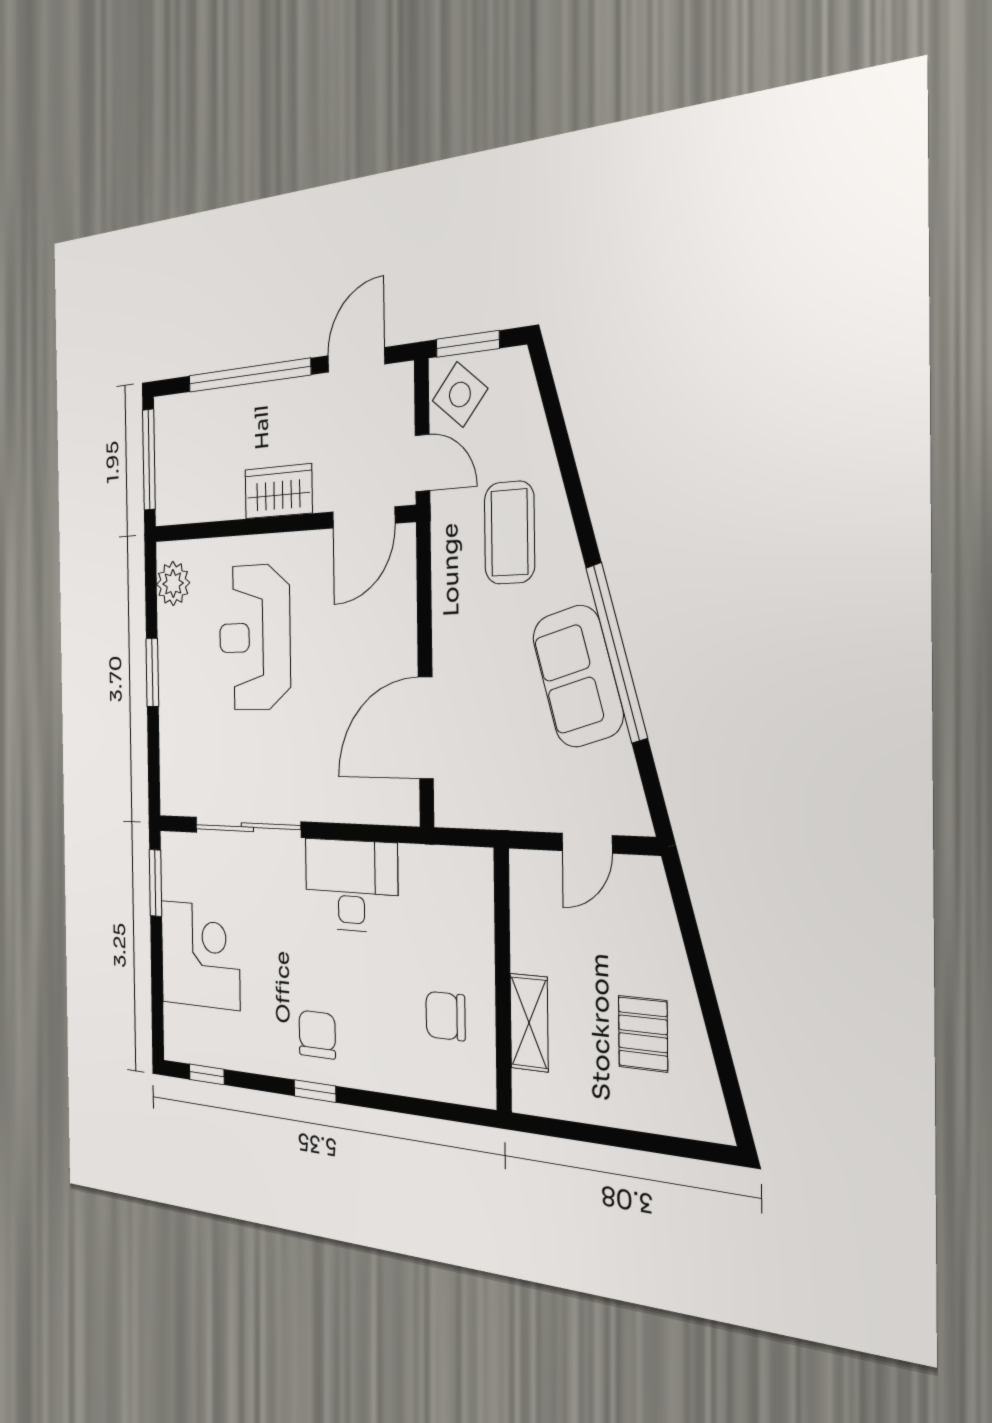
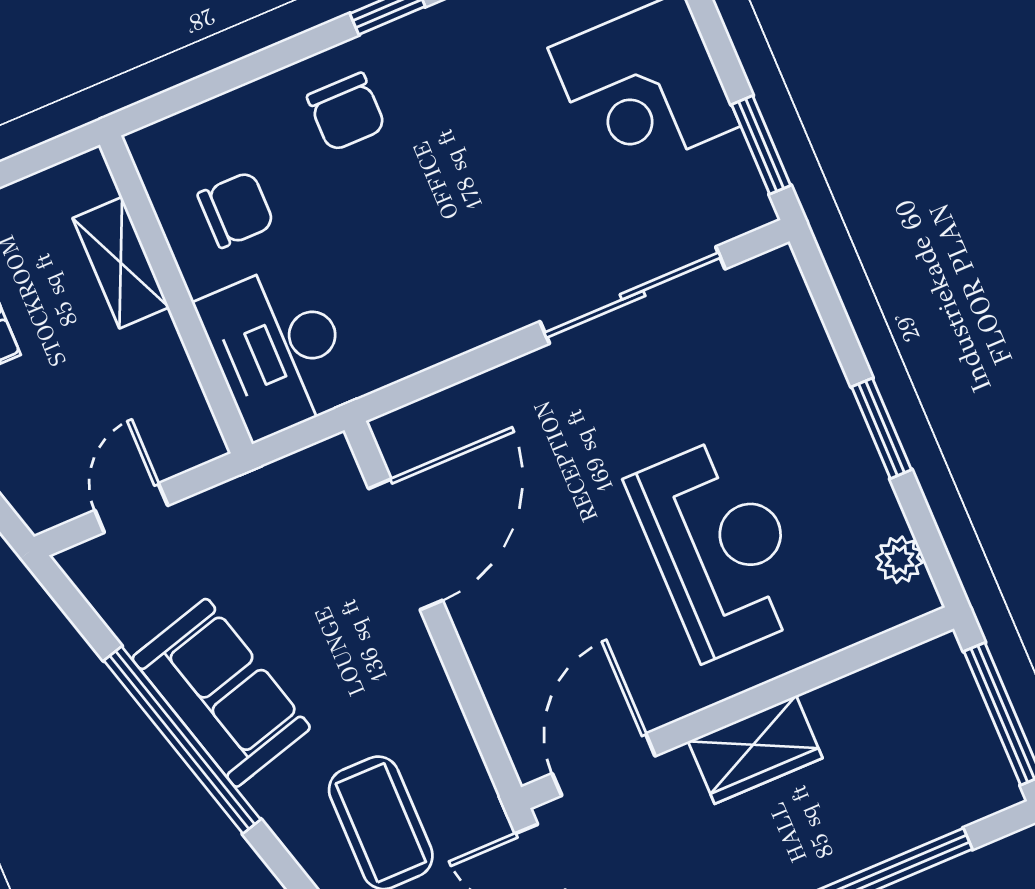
plant: (173, 583) -> (899, 560), width x0.73, depth x0.73
desk: (351, 885) -> (278, 350), moved, turned 90
chair: (317, 1035) -> (346, 112), moved

